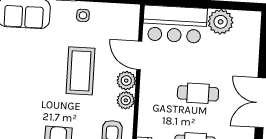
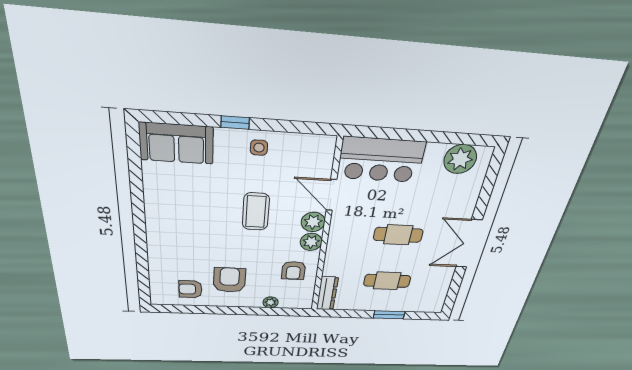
plant: (221, 22) -> (460, 159), moved
coffee table: (81, 71) -> (256, 212), width x0.73, depth x0.76

